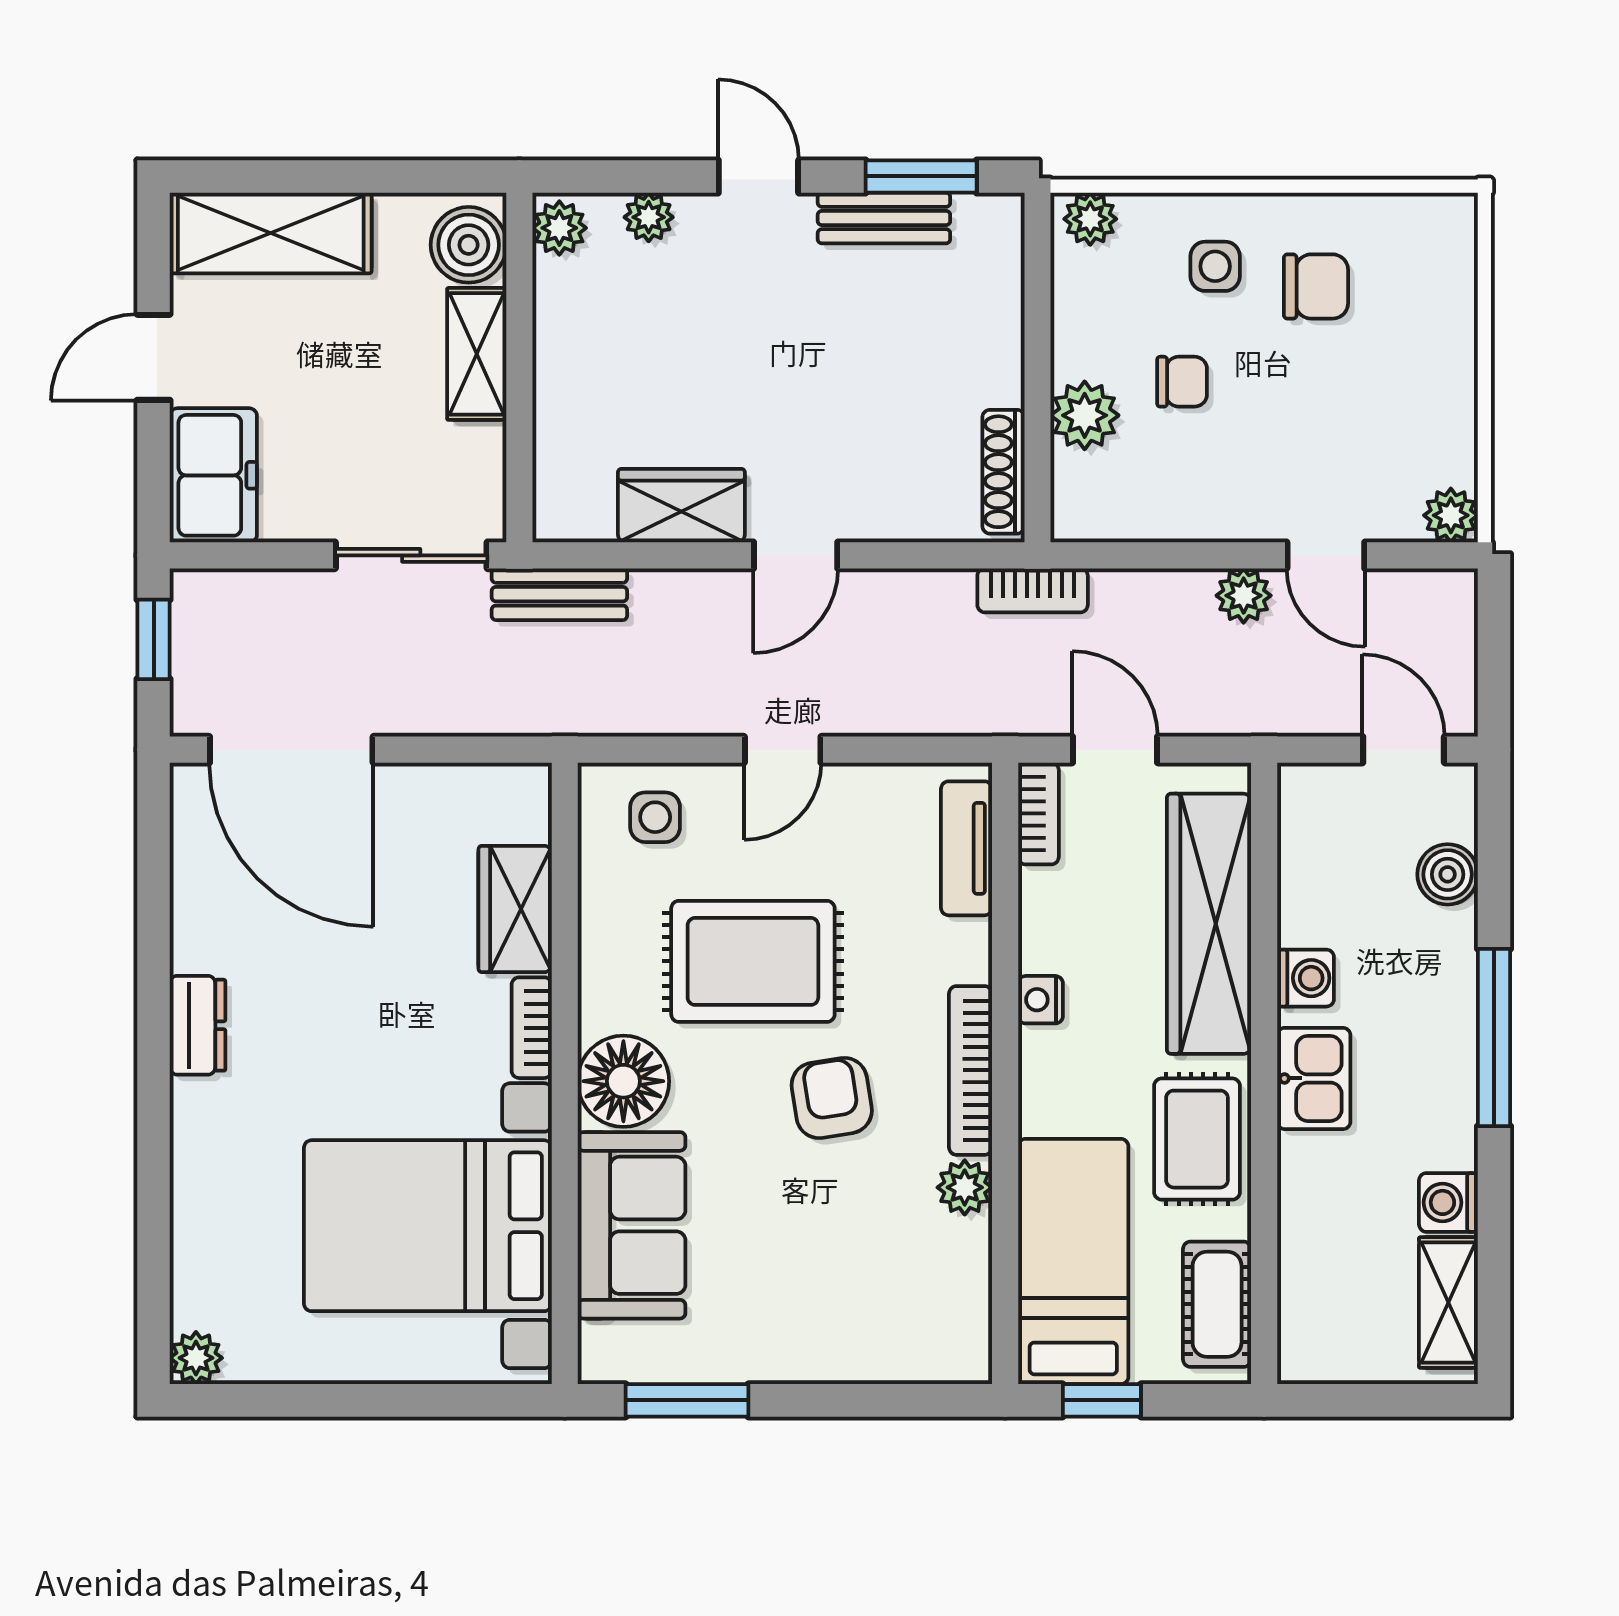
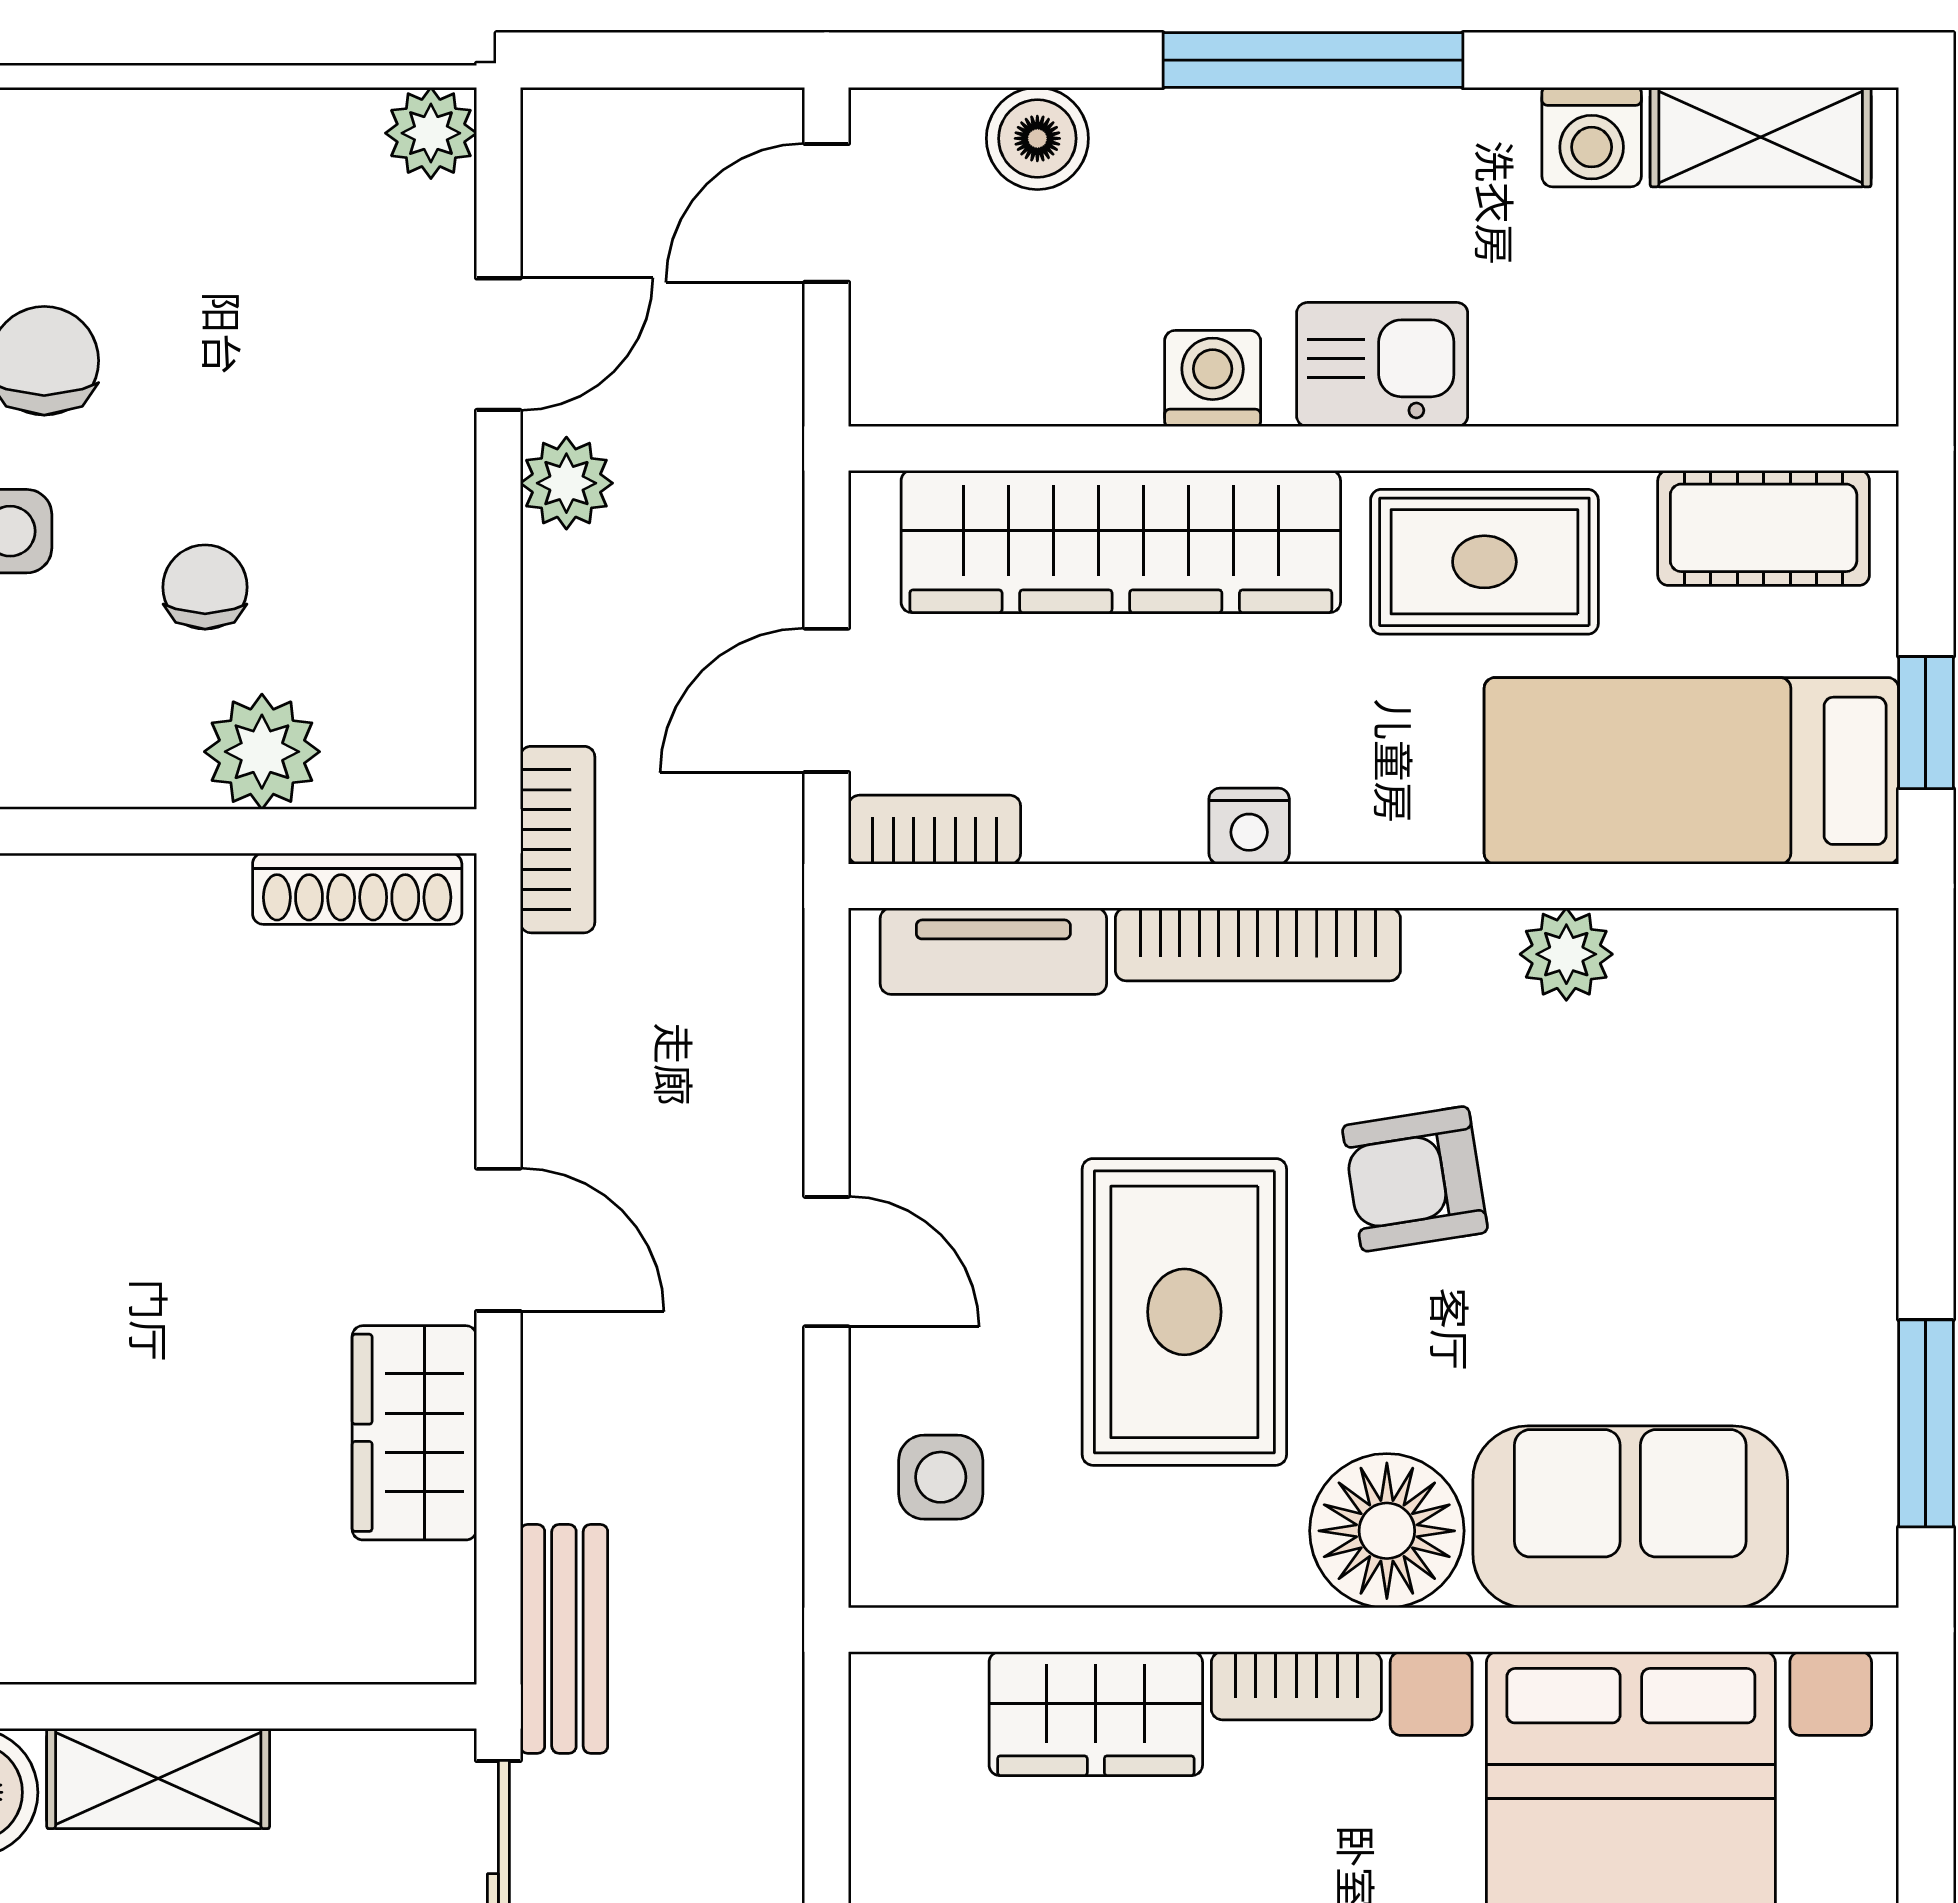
bookcase: (971, 1070) -> (1258, 944), moved

